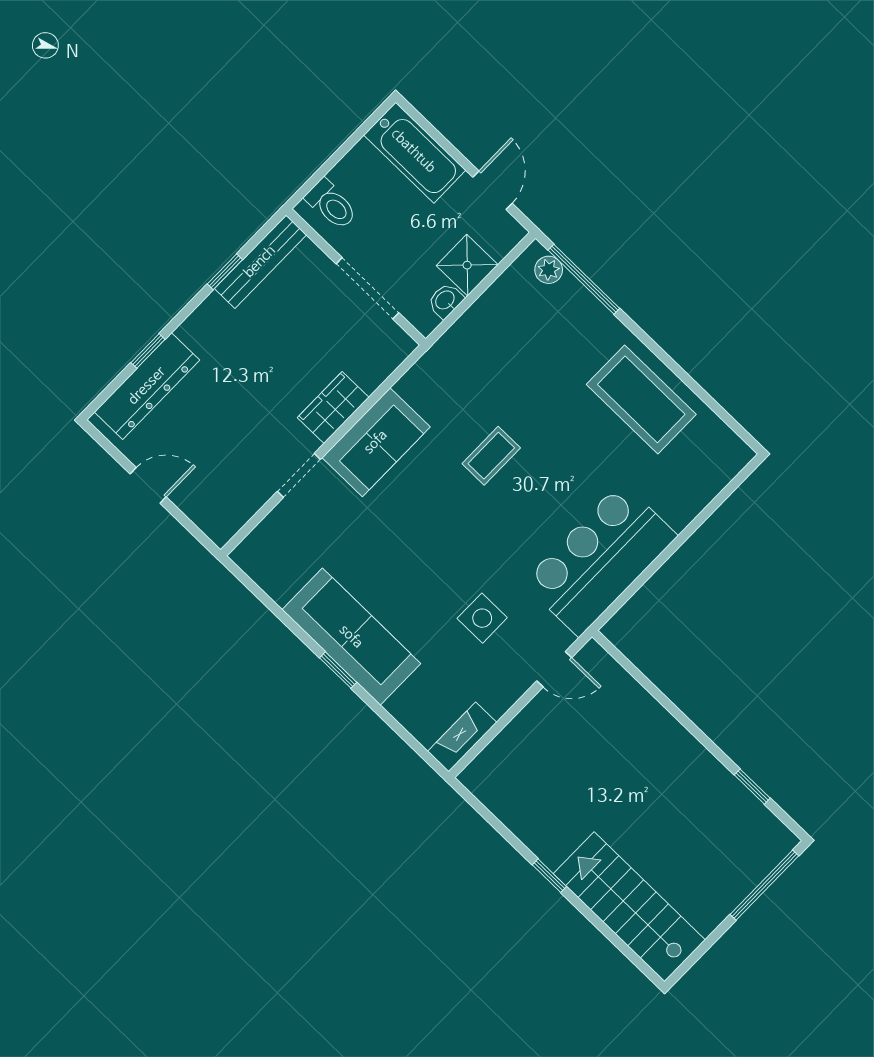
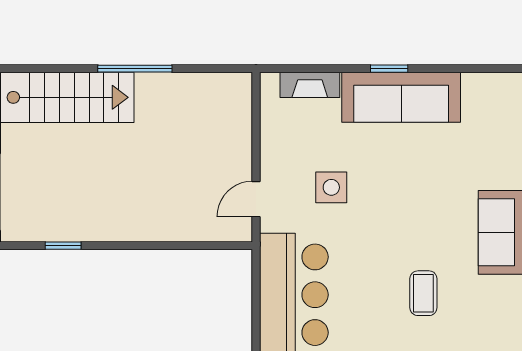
fireplace: (462, 737) -> (310, 85), moved, turned 90
window: (549, 876) -> (135, 69), width x2.17

